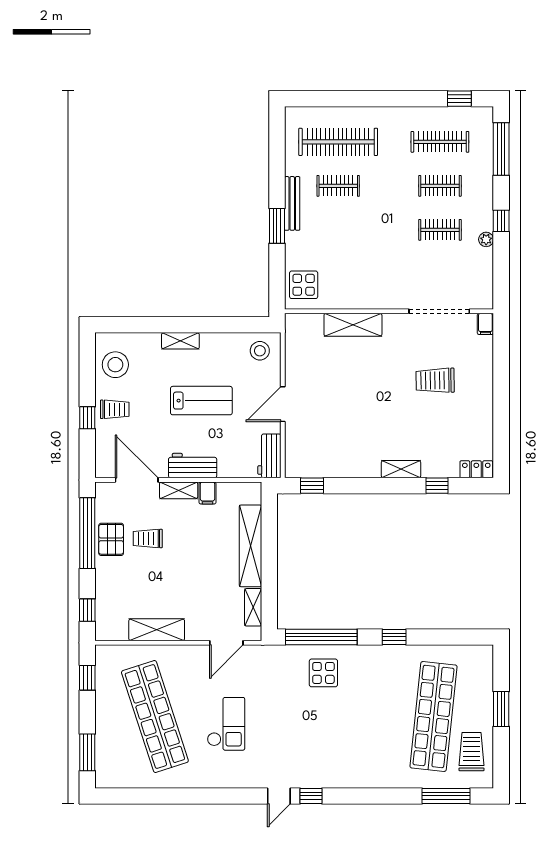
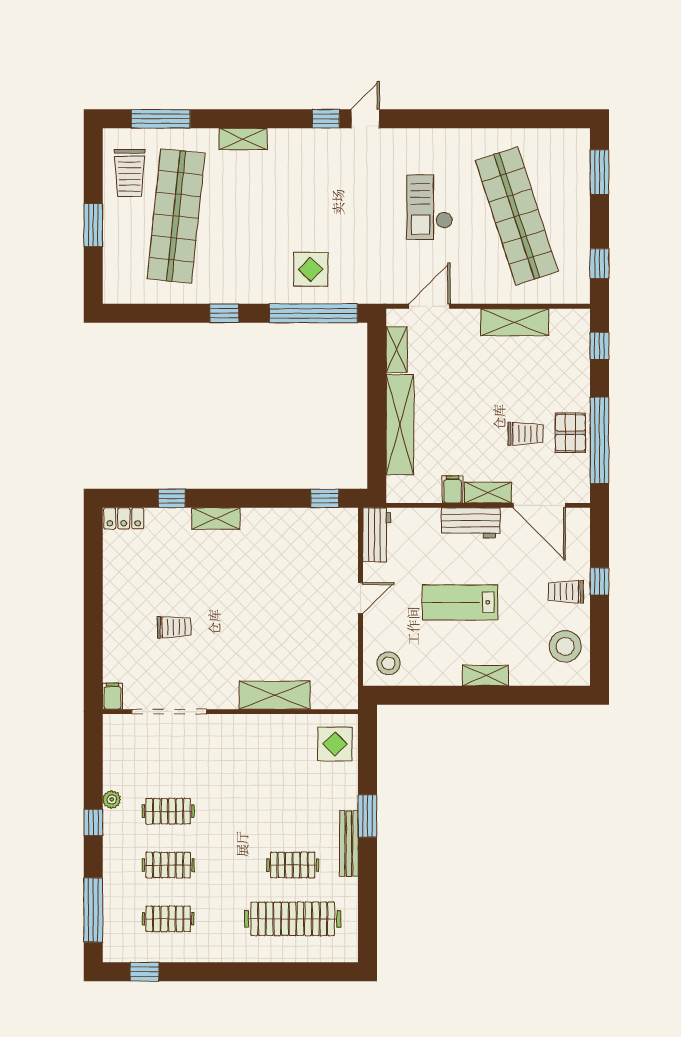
clothes rail: (440, 142) -> (168, 919), width x0.73
trolley: (435, 380) -> (174, 627), width x0.73, depth x0.72
door: (283, 404) -> (360, 598), width x0.73
shelving: (379, 780) -> (243, 139), added

